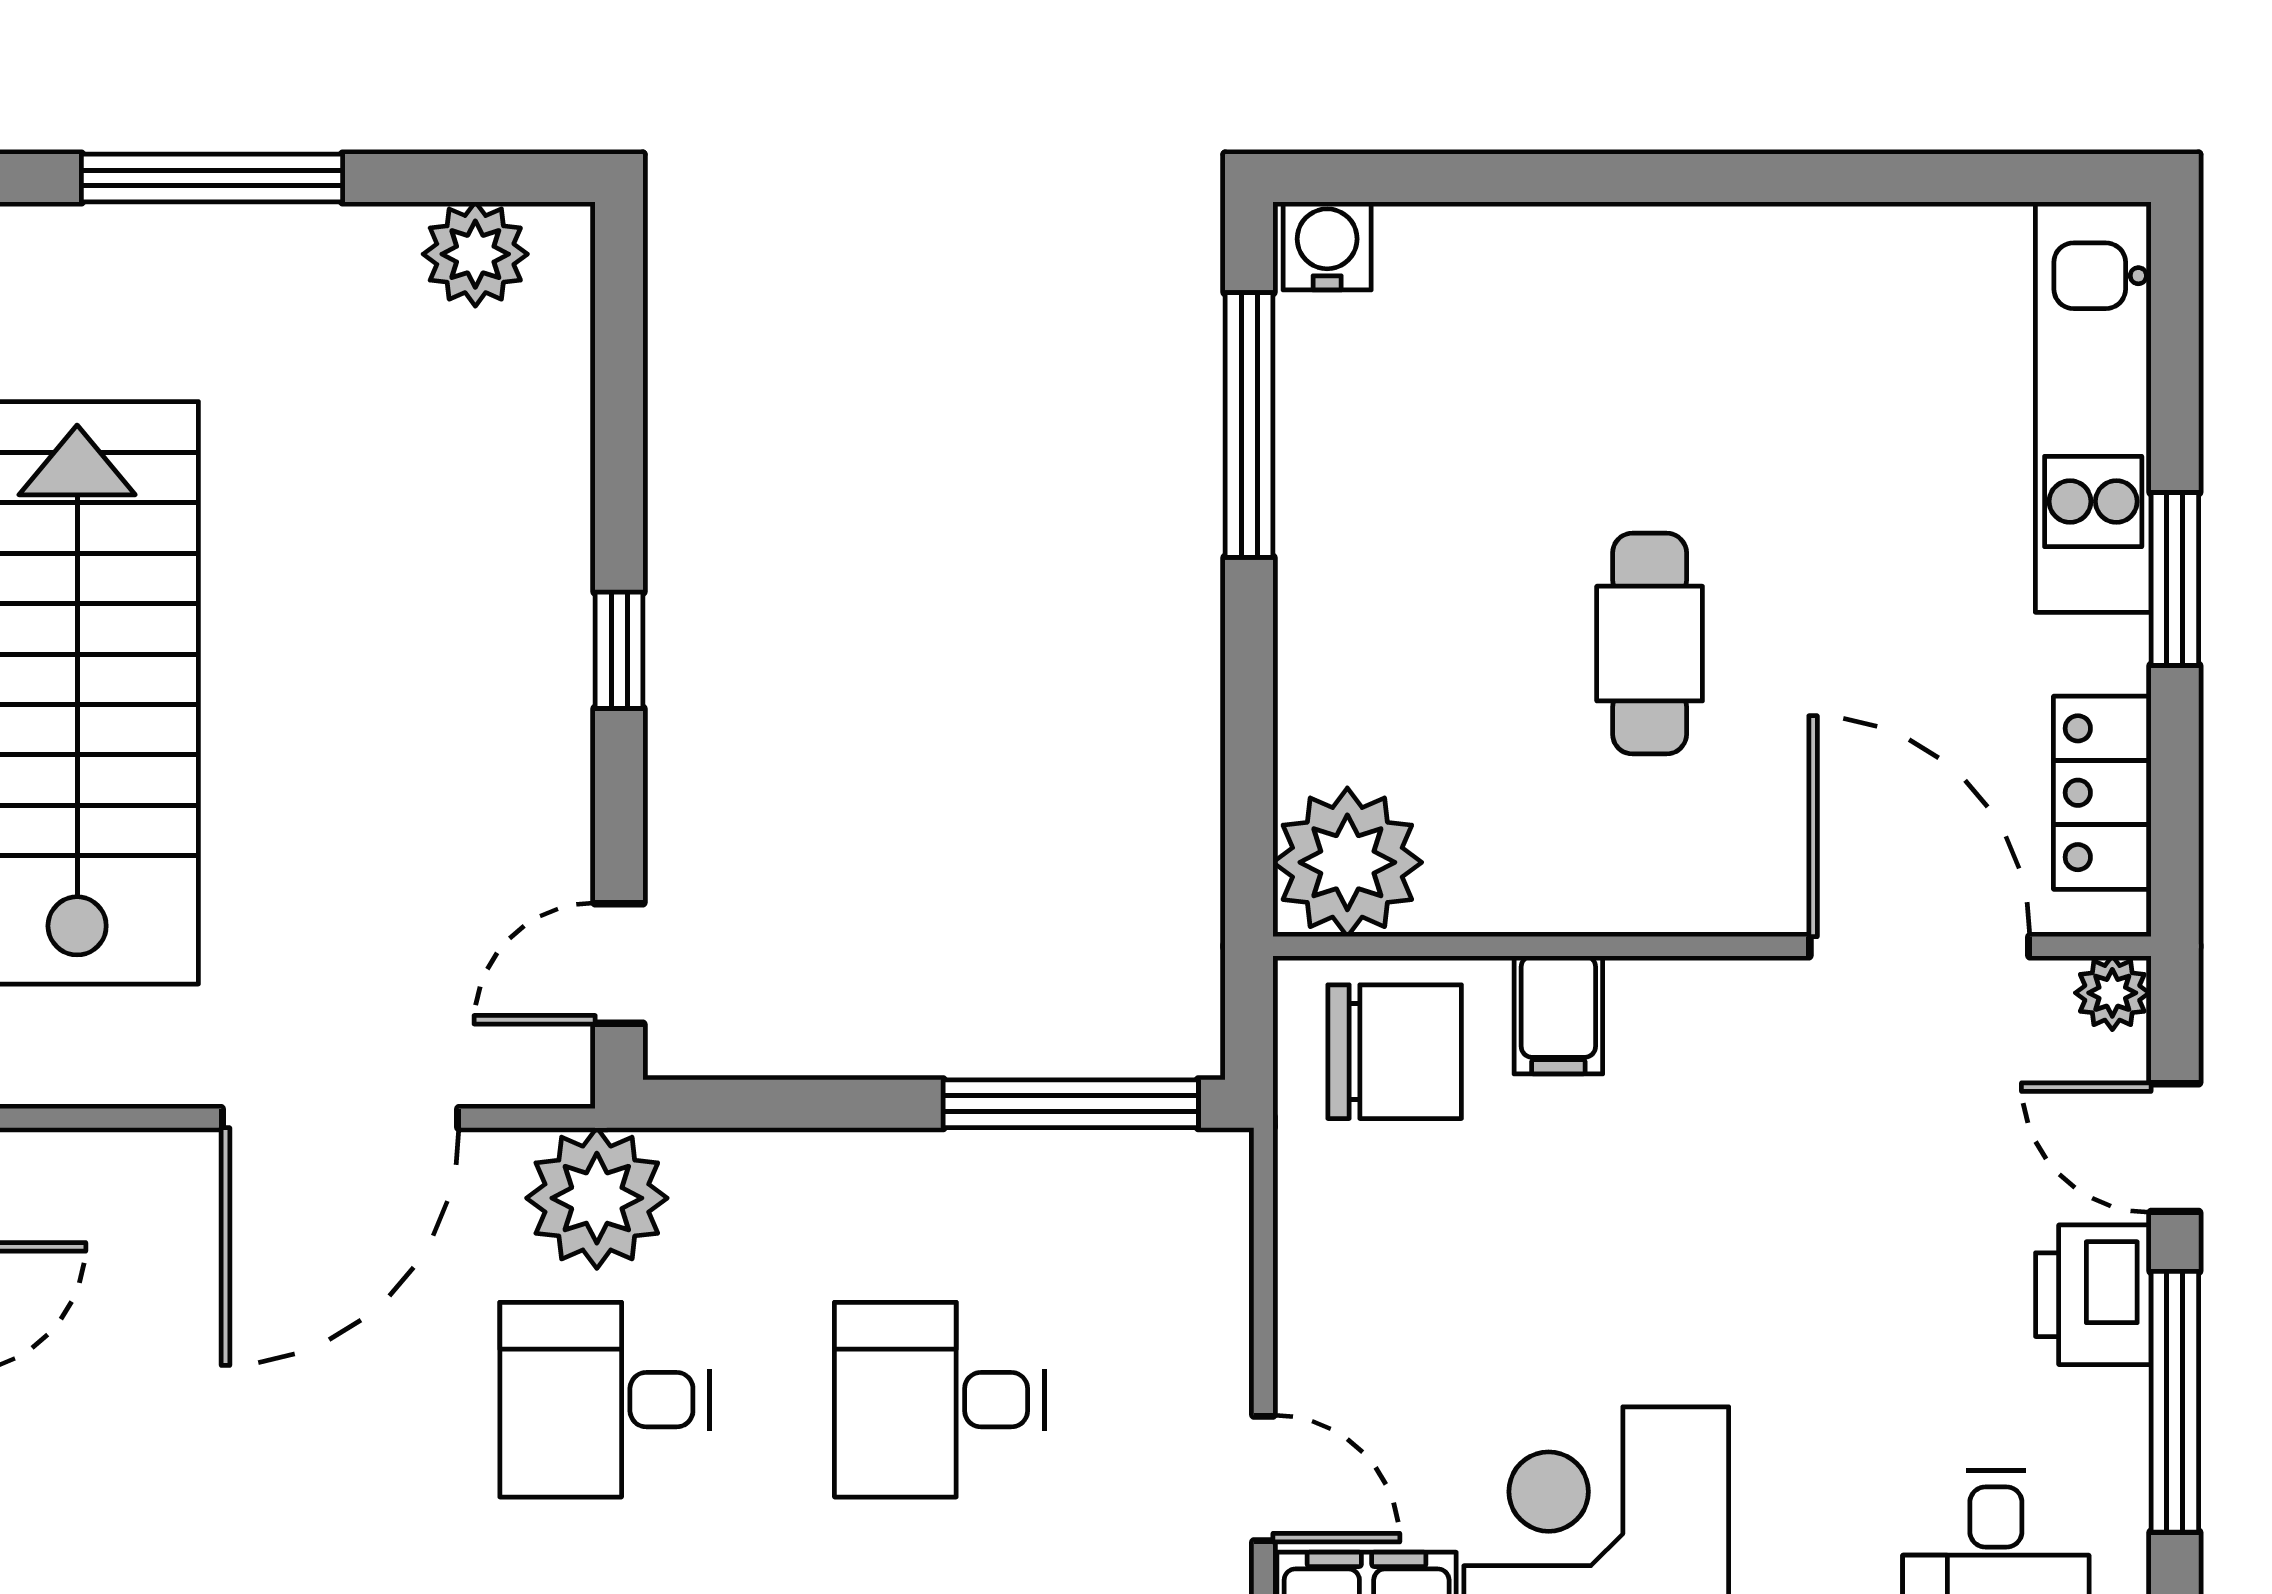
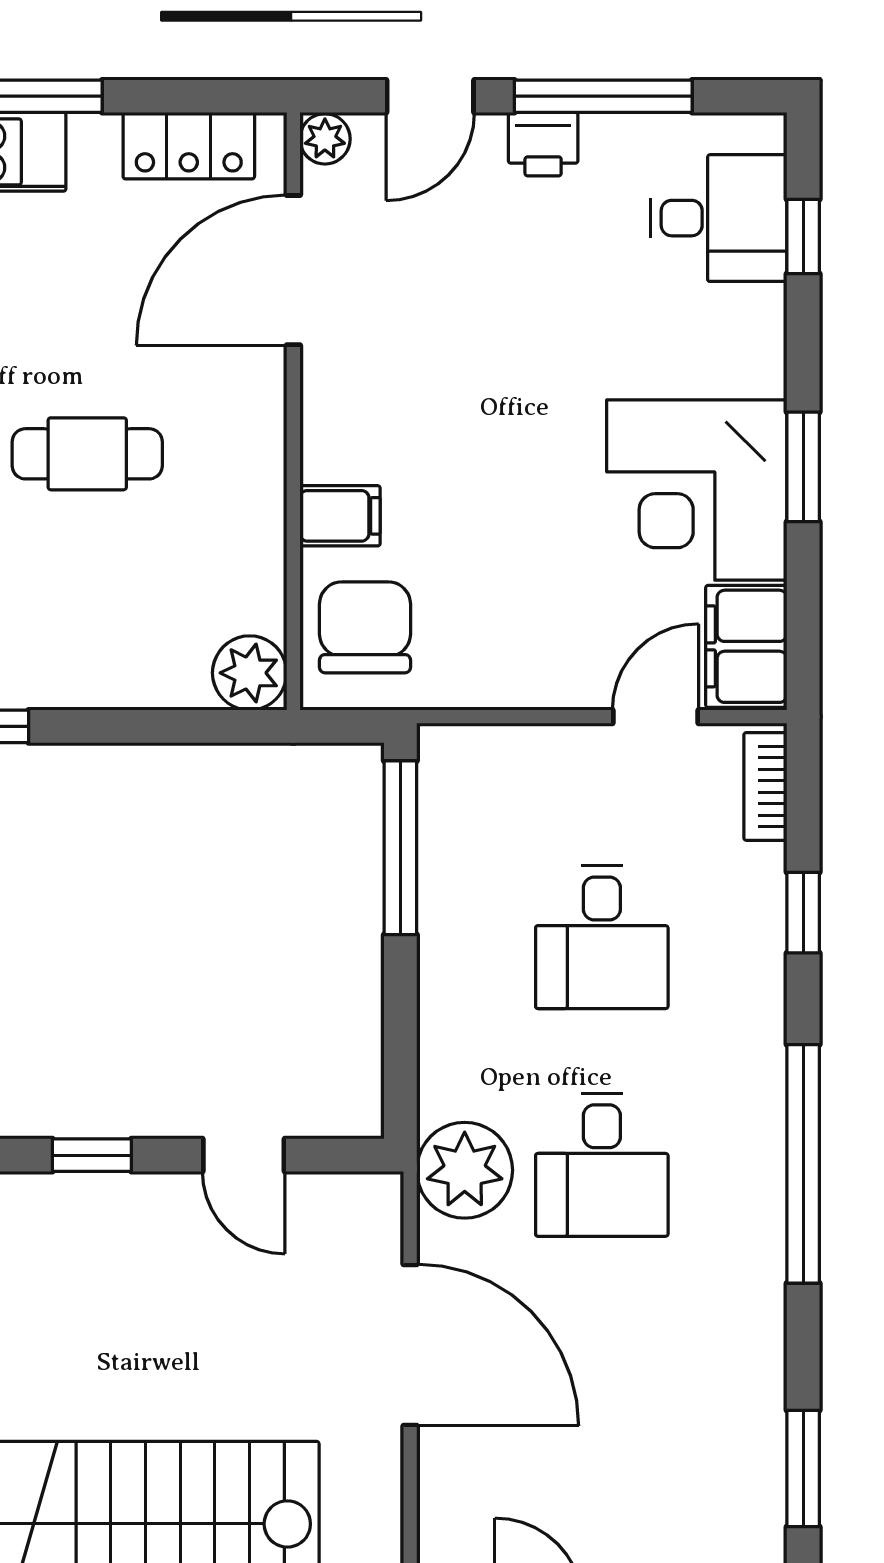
plant: (1347, 862) -> (250, 673), width x0.73, depth x0.73
door: (619, 963) -> (244, 1155), moved
printer: (2093, 1295) -> (543, 144), width x0.73, depth x0.81

